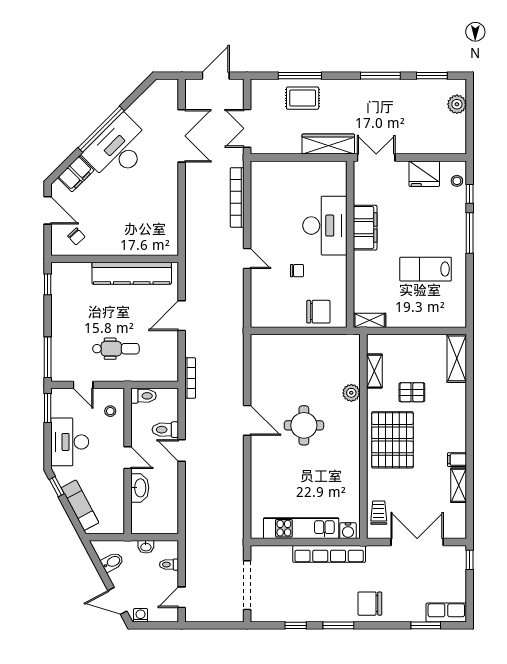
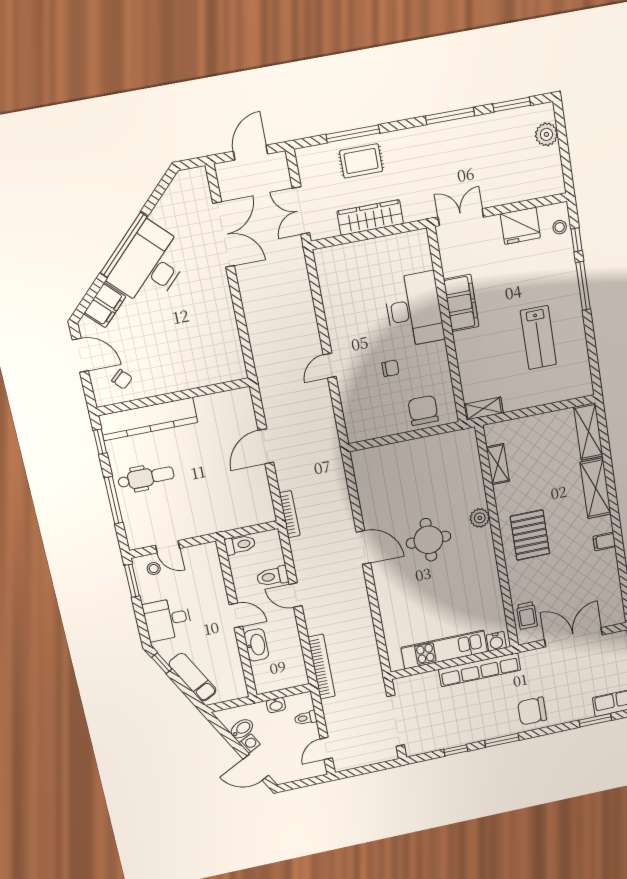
wardrobe: (328, 144) -> (370, 218), moved
bookcase: (237, 197) -> (322, 667), moved, turned 180
door: (247, 258) -> (330, 366), swing flipped
lab bench: (426, 269) -> (538, 338), turned -90
kitchen counter: (132, 273) -> (148, 419), moved
chair: (318, 312) -> (423, 410), turned -90
dental chair: (116, 349) -> (146, 478), moved
window: (48, 357) -> (114, 500), moved
pallet: (412, 392) -> (544, 479), removed
plant: (351, 393) -> (480, 518), moved
stool: (110, 411) -> (154, 569), moved
pallet: (392, 440) -> (530, 535), width x0.73, depth x0.71
desk: (70, 442) -> (167, 619), width x0.73
shelving: (459, 485) -> (596, 488), moved, width x1.50, depth x1.33
trolley: (379, 513) -> (527, 615), turned 180
washing machine: (141, 615) -> (250, 744), moved, turned 62

